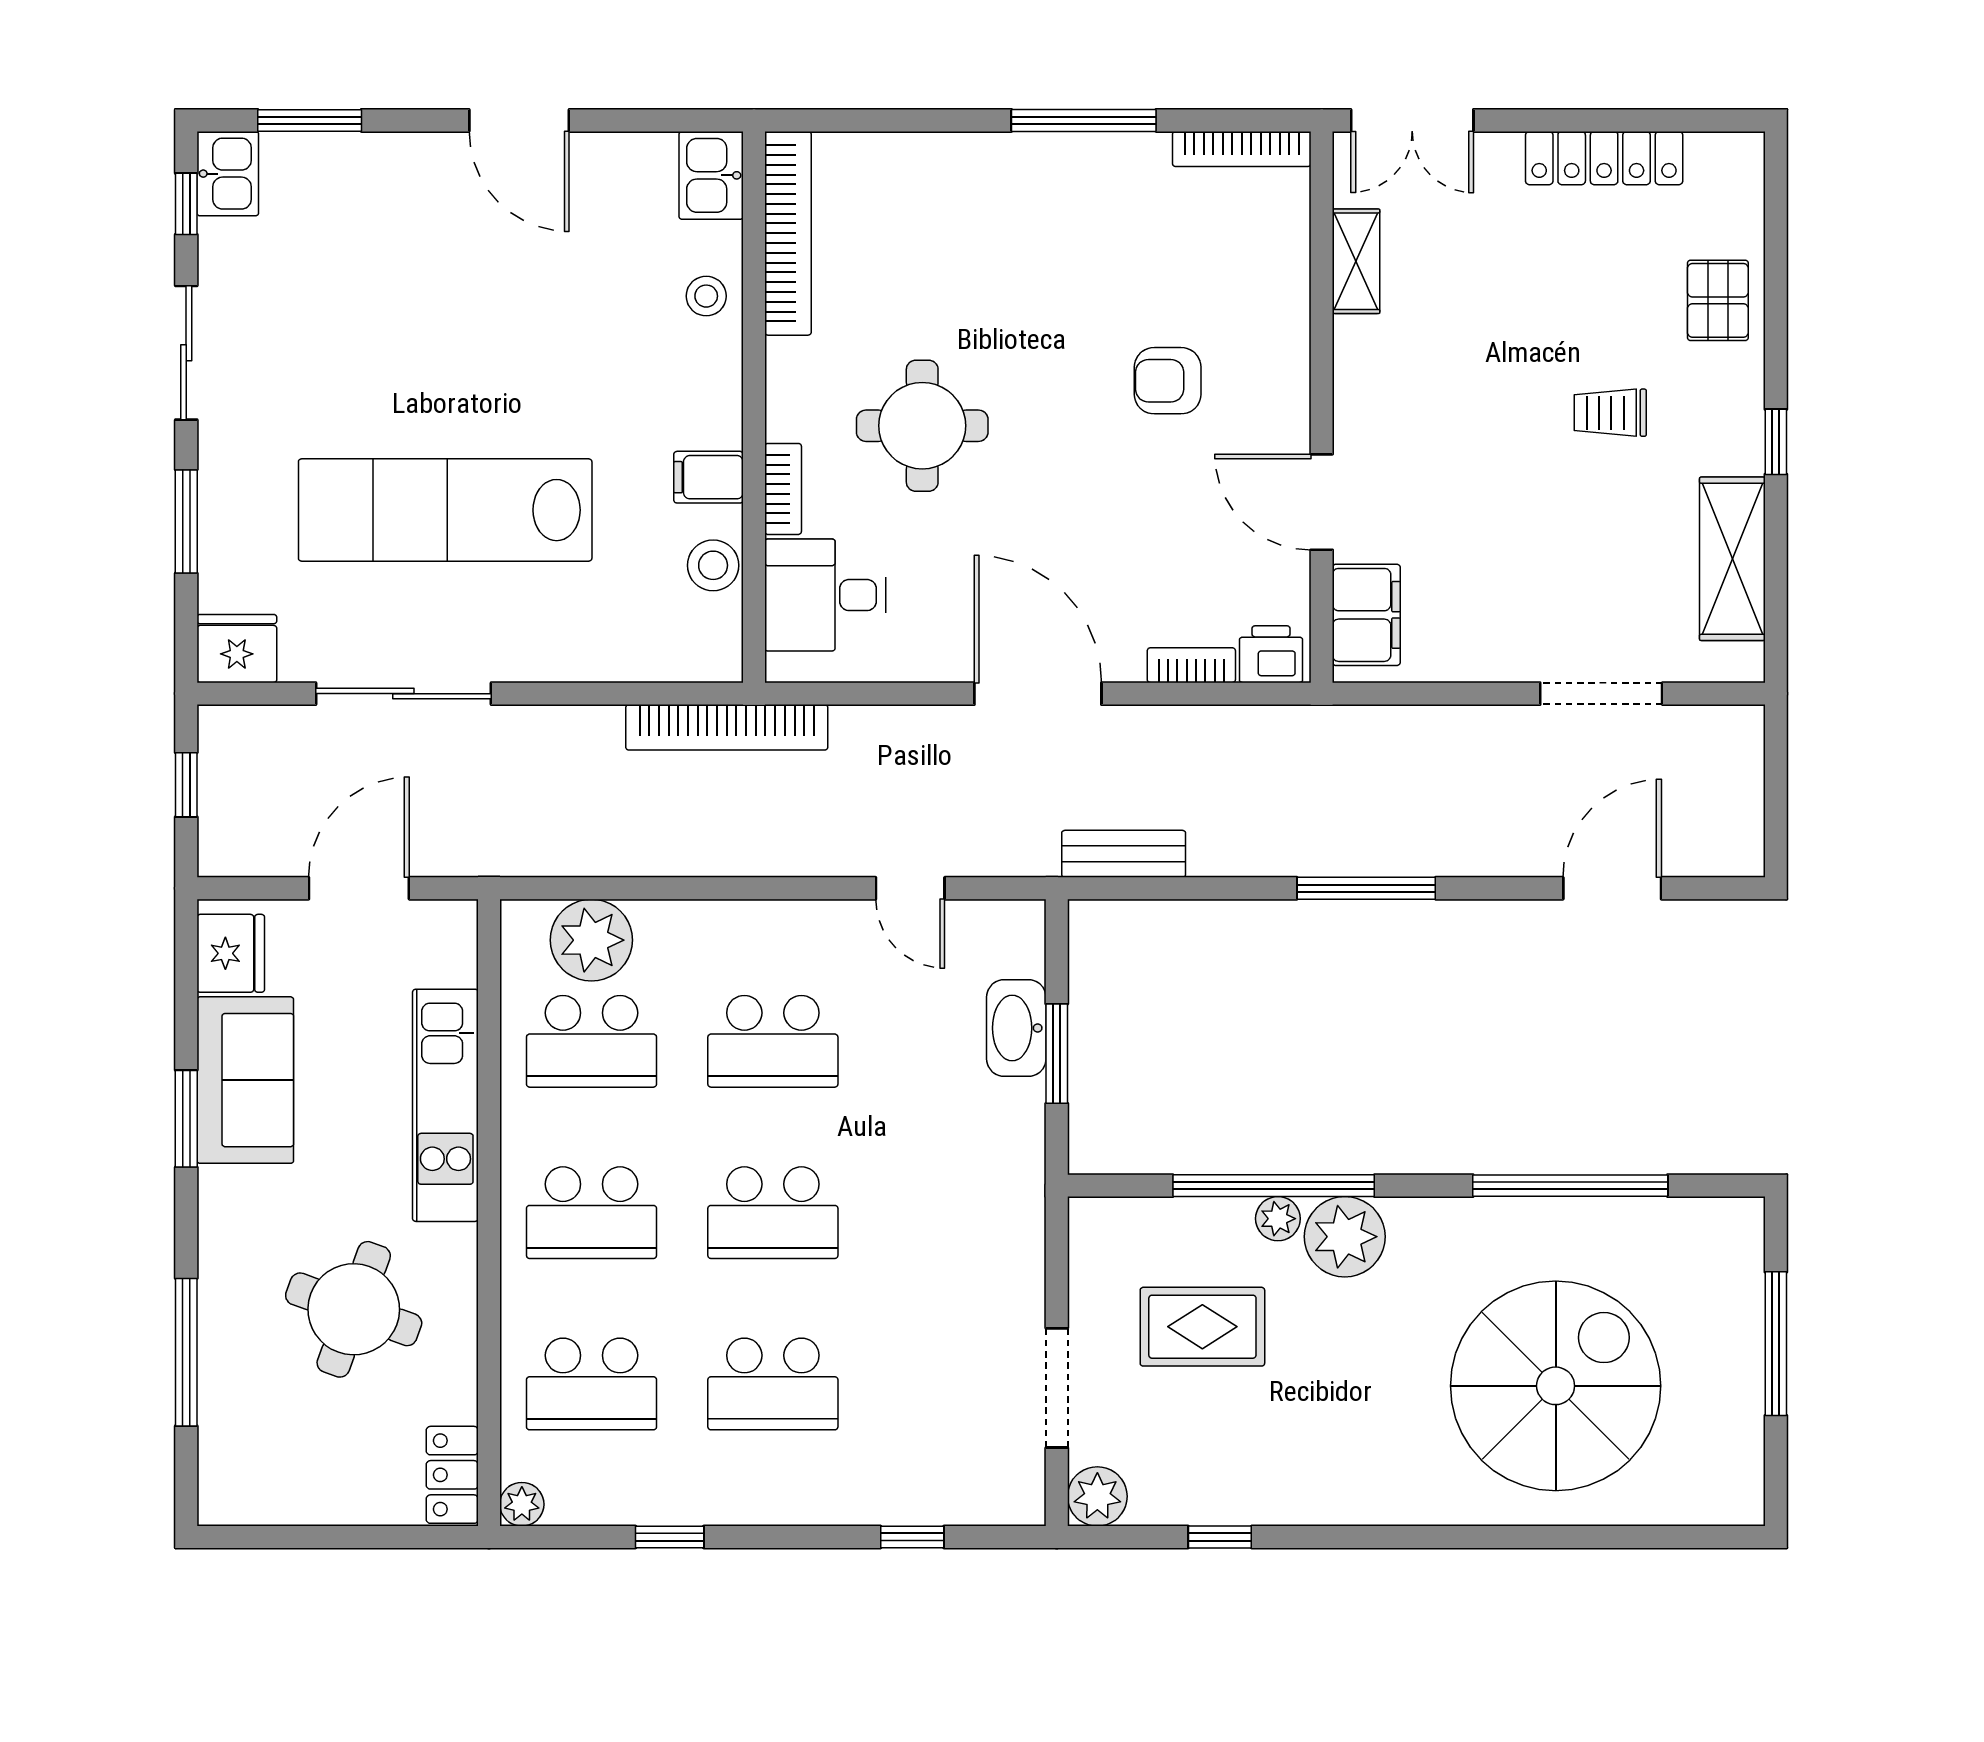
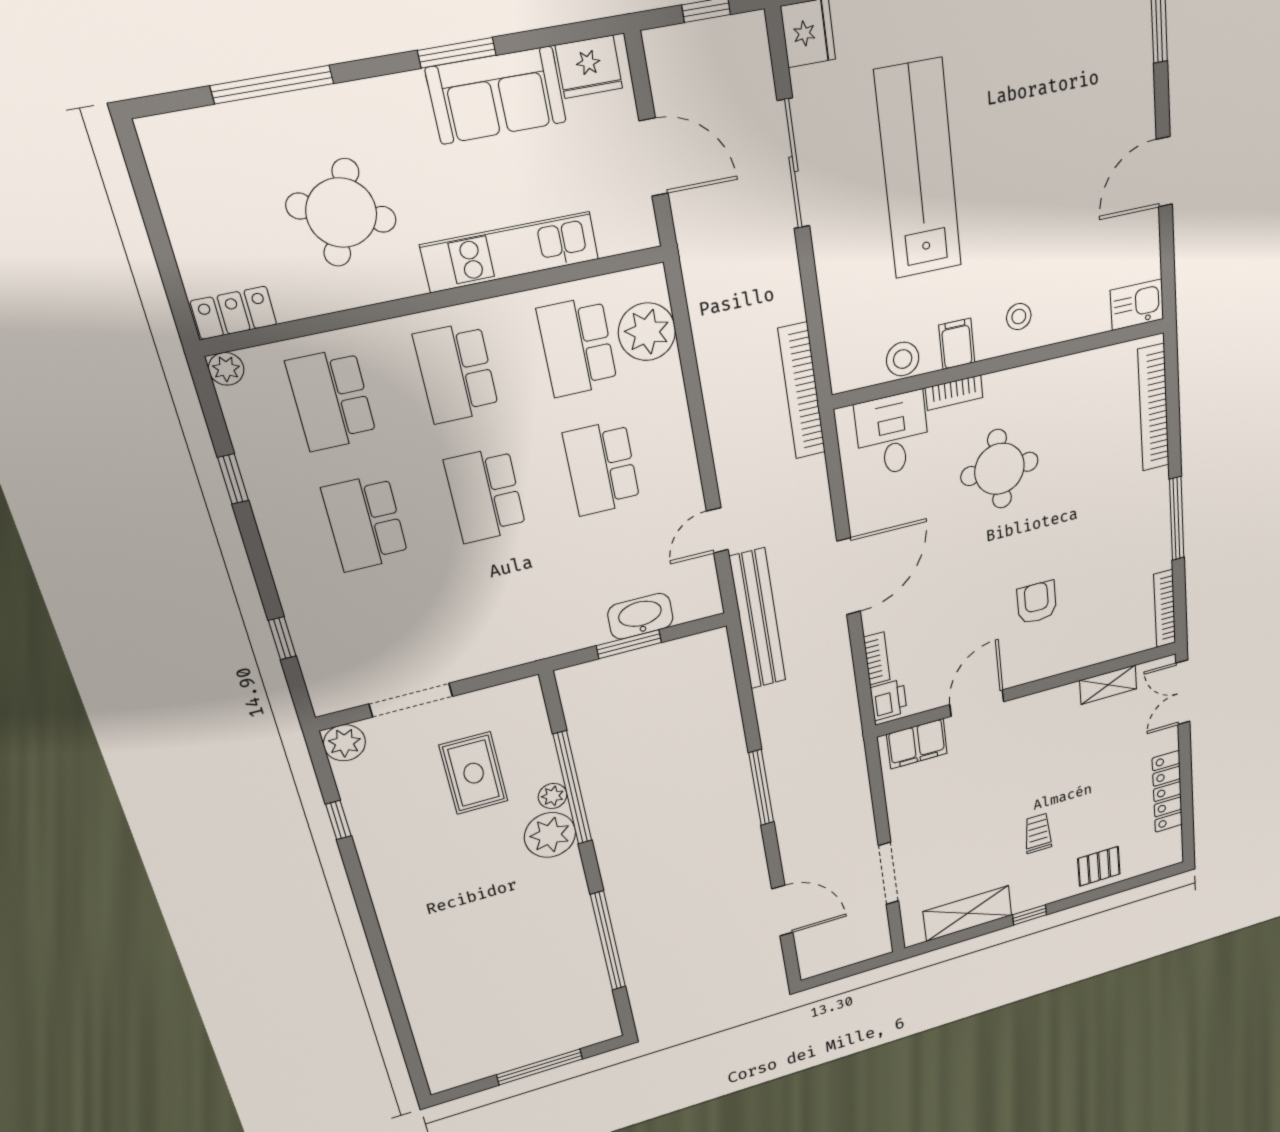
bookcase: (788, 233) -> (1153, 408), moved, turned 90
stool: (706, 296) -> (1019, 317), moved
bench: (1124, 854) -> (758, 619), width x1.86, depth x1.21
spiral stairs: (1556, 1386) -> (486, 969), removed

